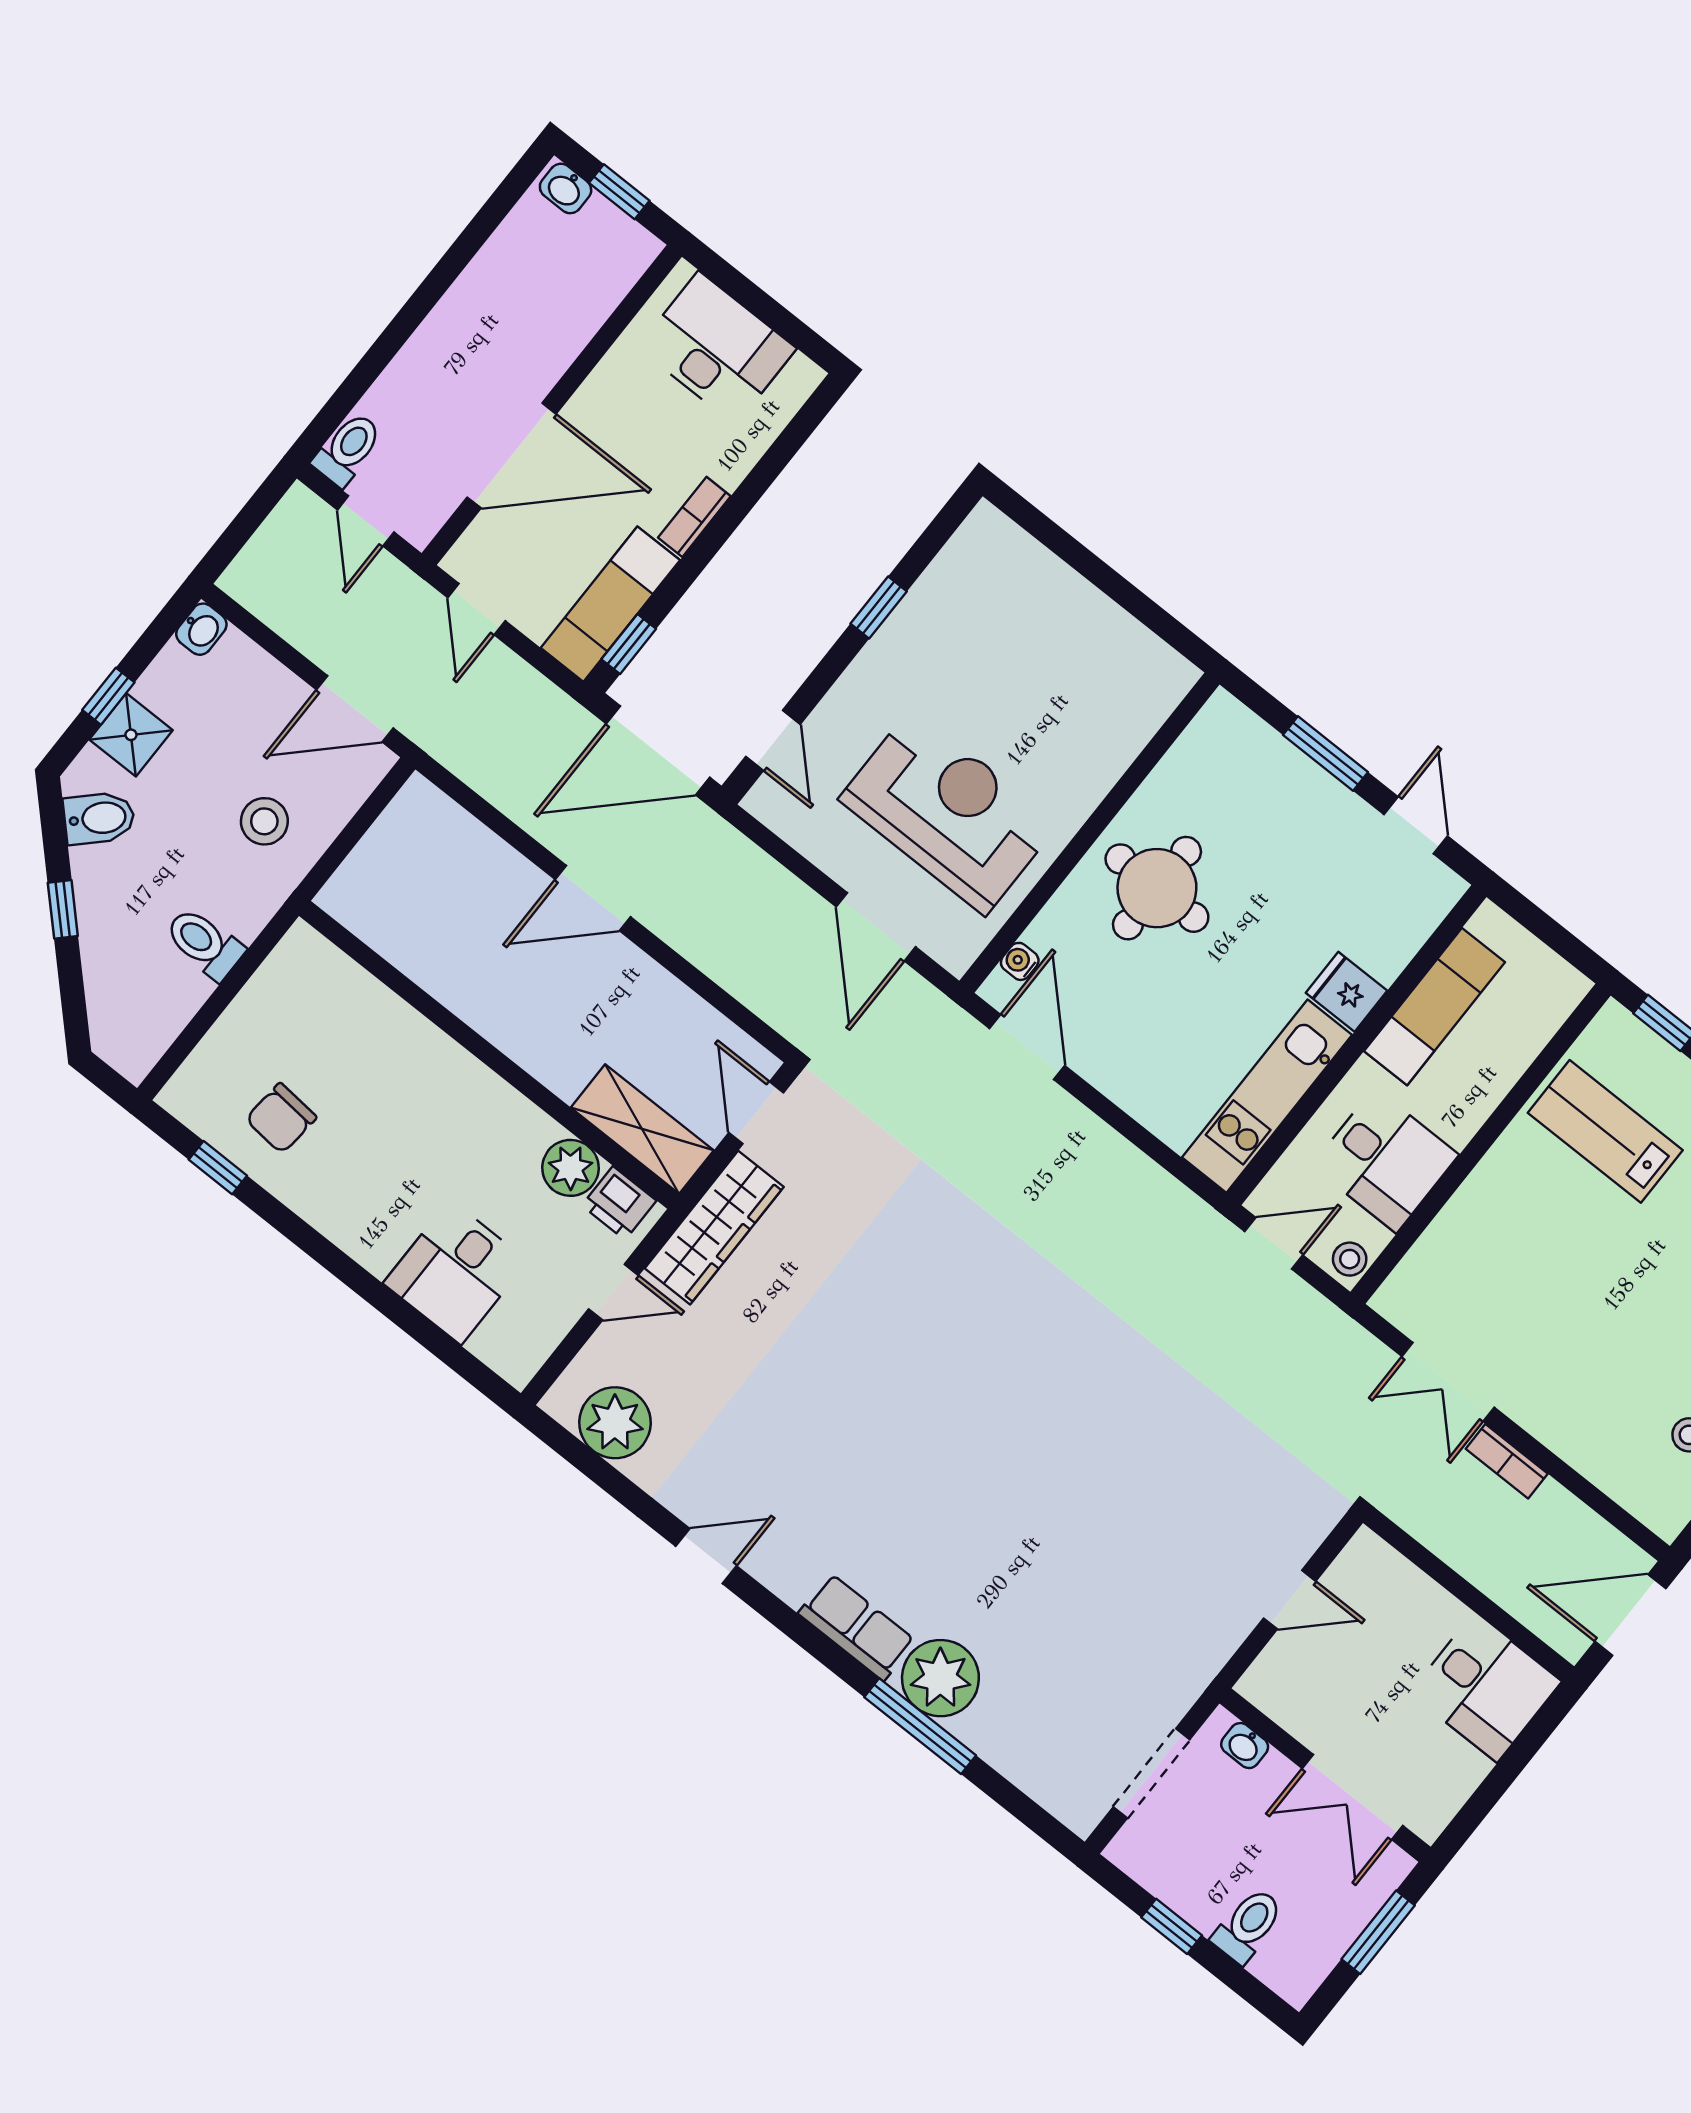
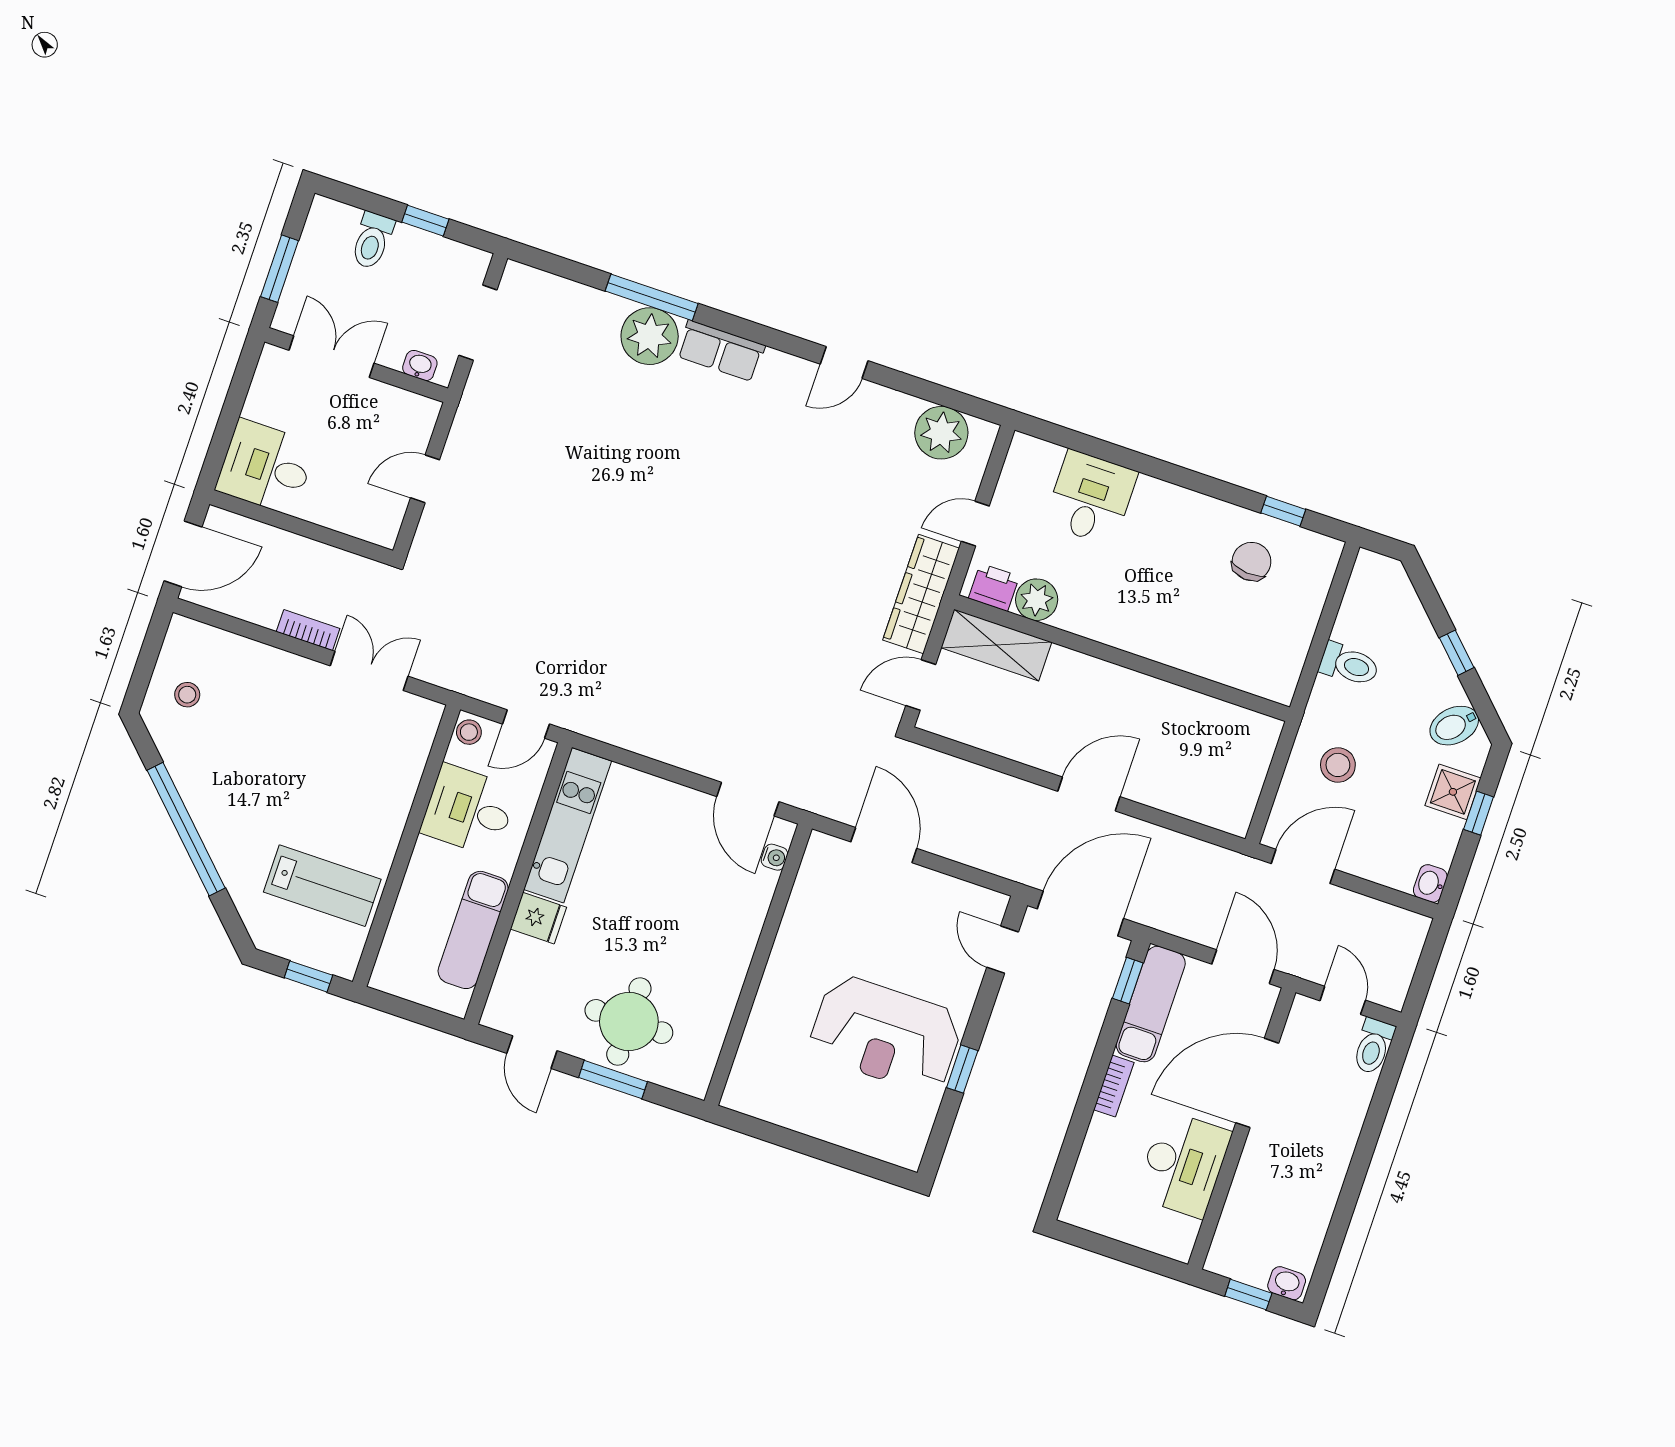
desk: (717, 348) -> (1183, 1164), moved, turned -90
door: (477, 609) -> (1243, 967), width x1.38
reception desk: (948, 812) -> (886, 1034), moved
round table: (1157, 888) -> (629, 1022), moved
door: (756, 1113) -> (921, 685), swing flipped

